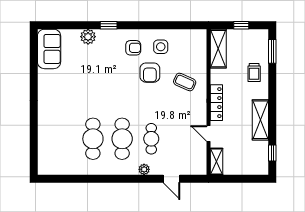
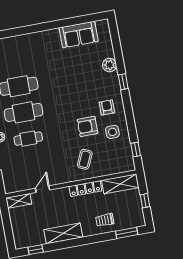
window: (184, 25) -> (136, 150), added
armchair: (133, 48) -> (107, 107), turned 180
sofa: (49, 49) -> (79, 35), moved
locker: (216, 103) -> (85, 189), moved

